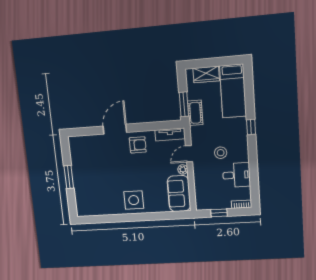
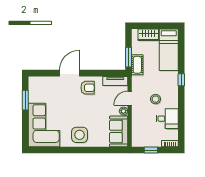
window: (69, 177) -> (25, 100), moved
corner sofa: (92, 191) -> (44, 125), added

